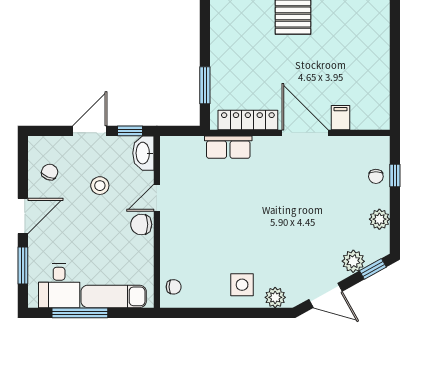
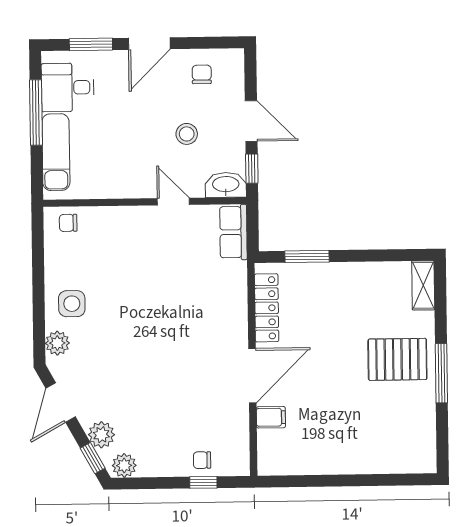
row of seats: (228, 147) -> (233, 232), moved
chair: (50, 172) -> (202, 74), turned -112
door: (23, 216) -> (149, 44), hinge flipped
plant: (379, 219) -> (124, 465), moved
chair: (141, 224) -> (141, 183), removed
chair: (174, 287) -> (68, 223), turned 90

